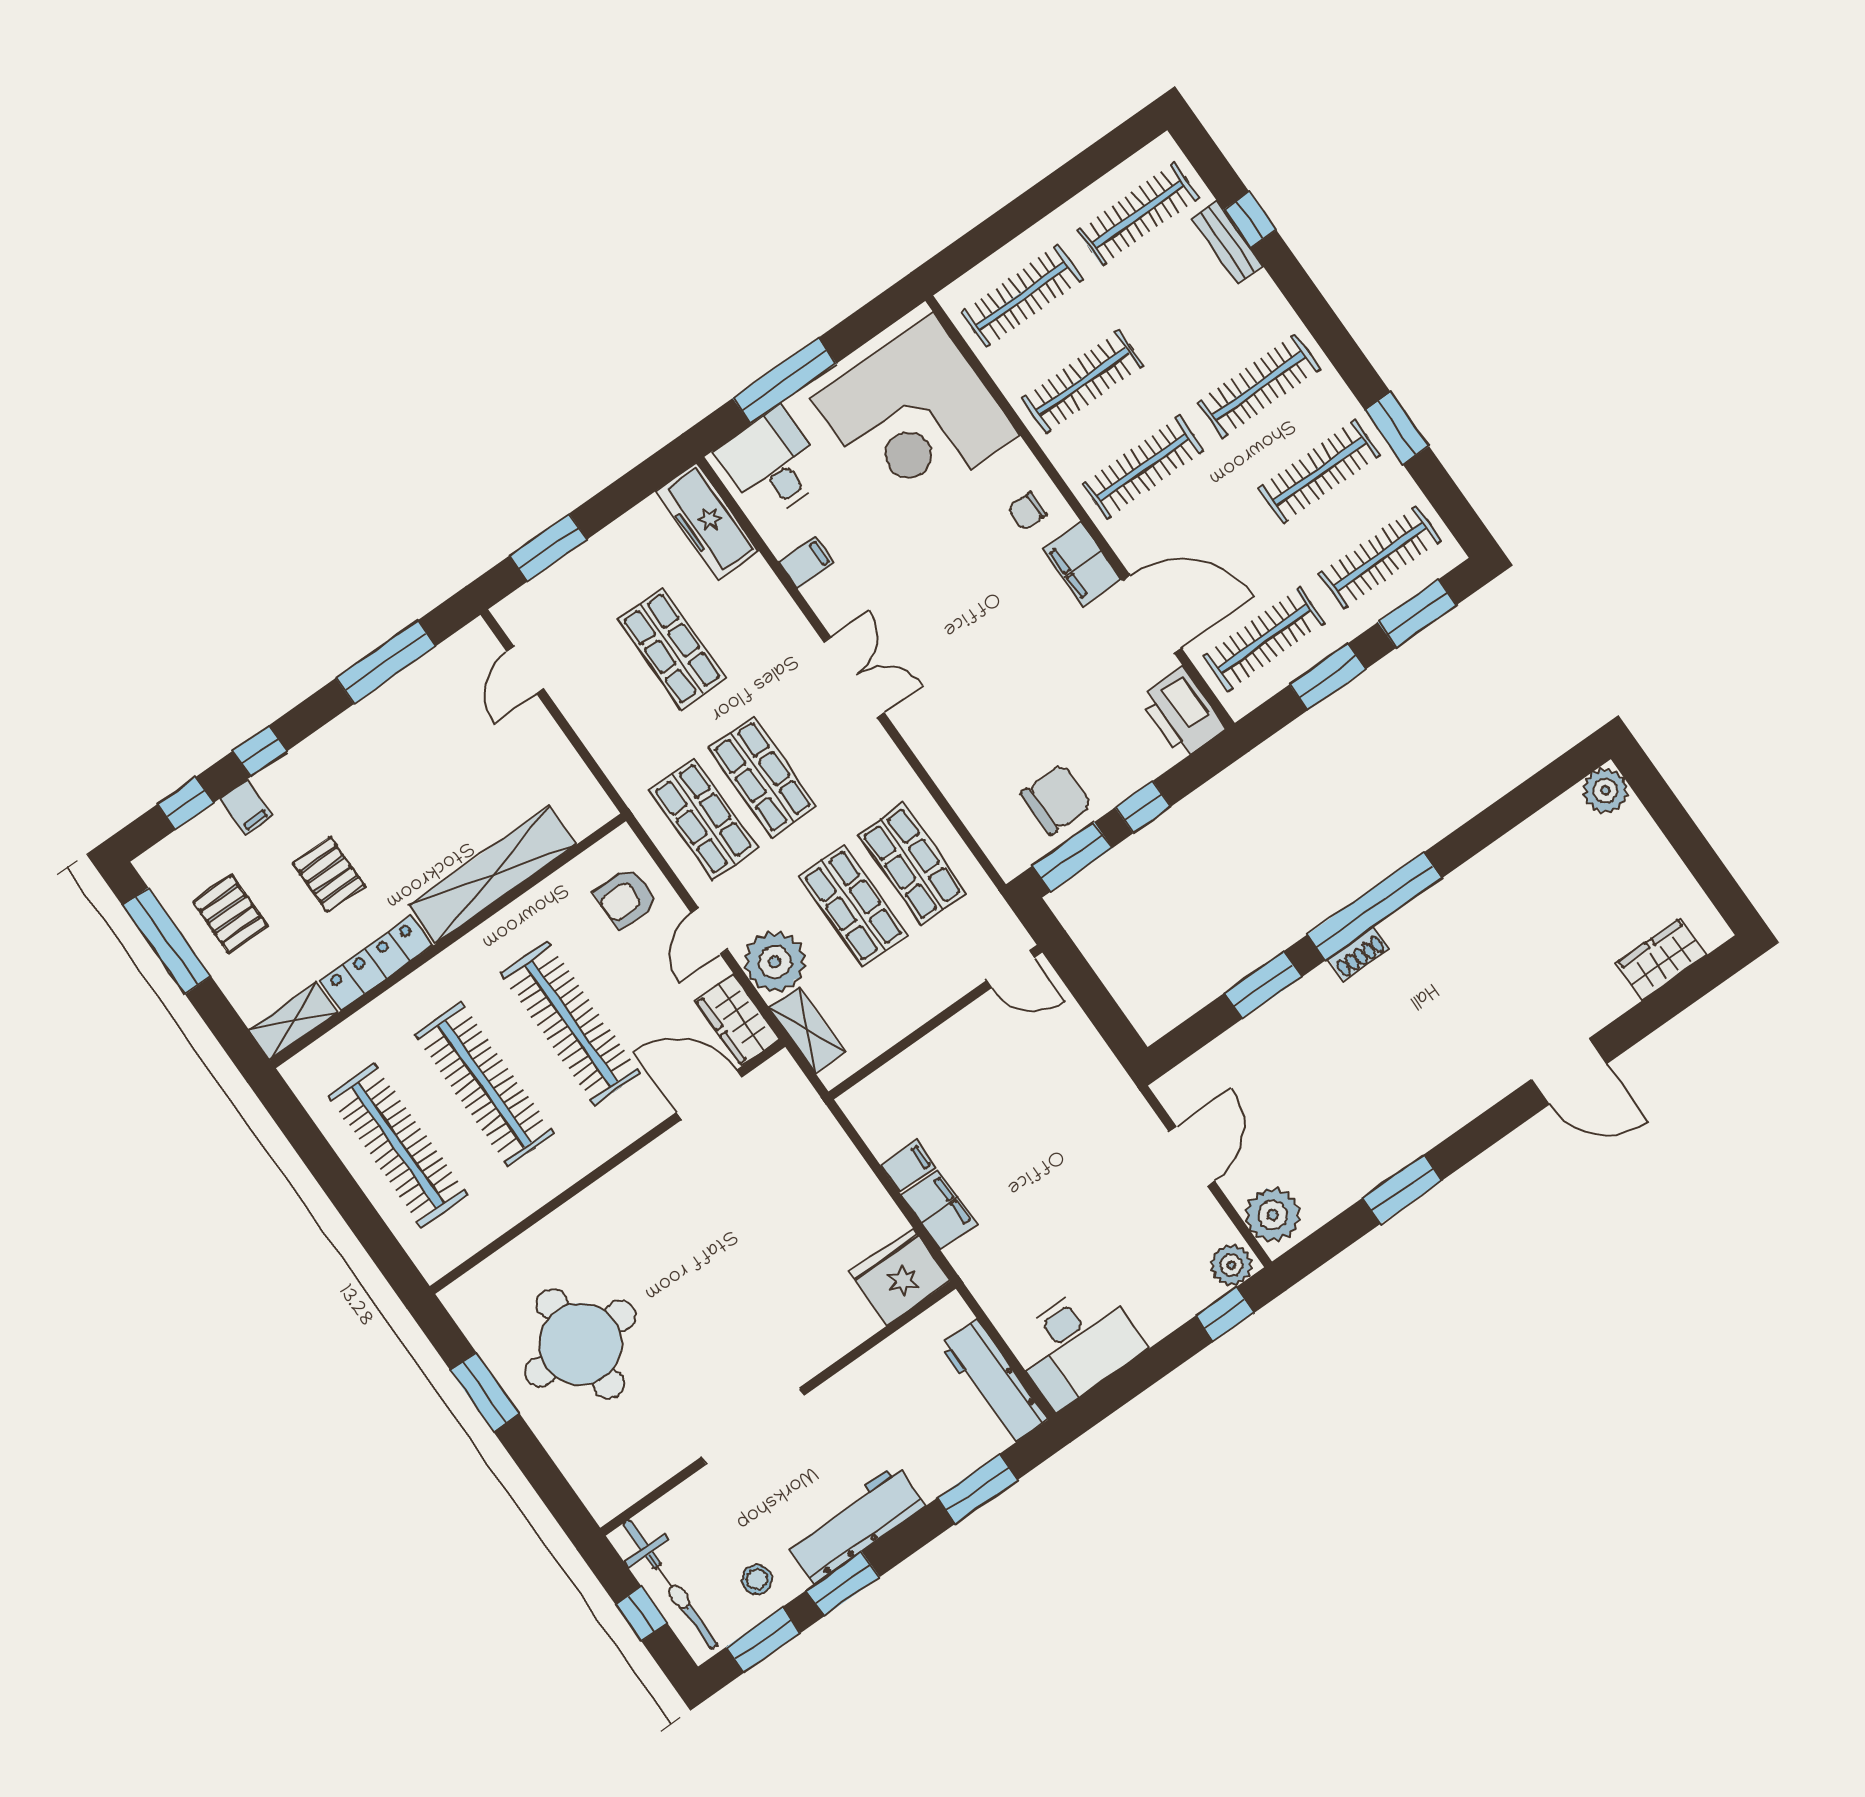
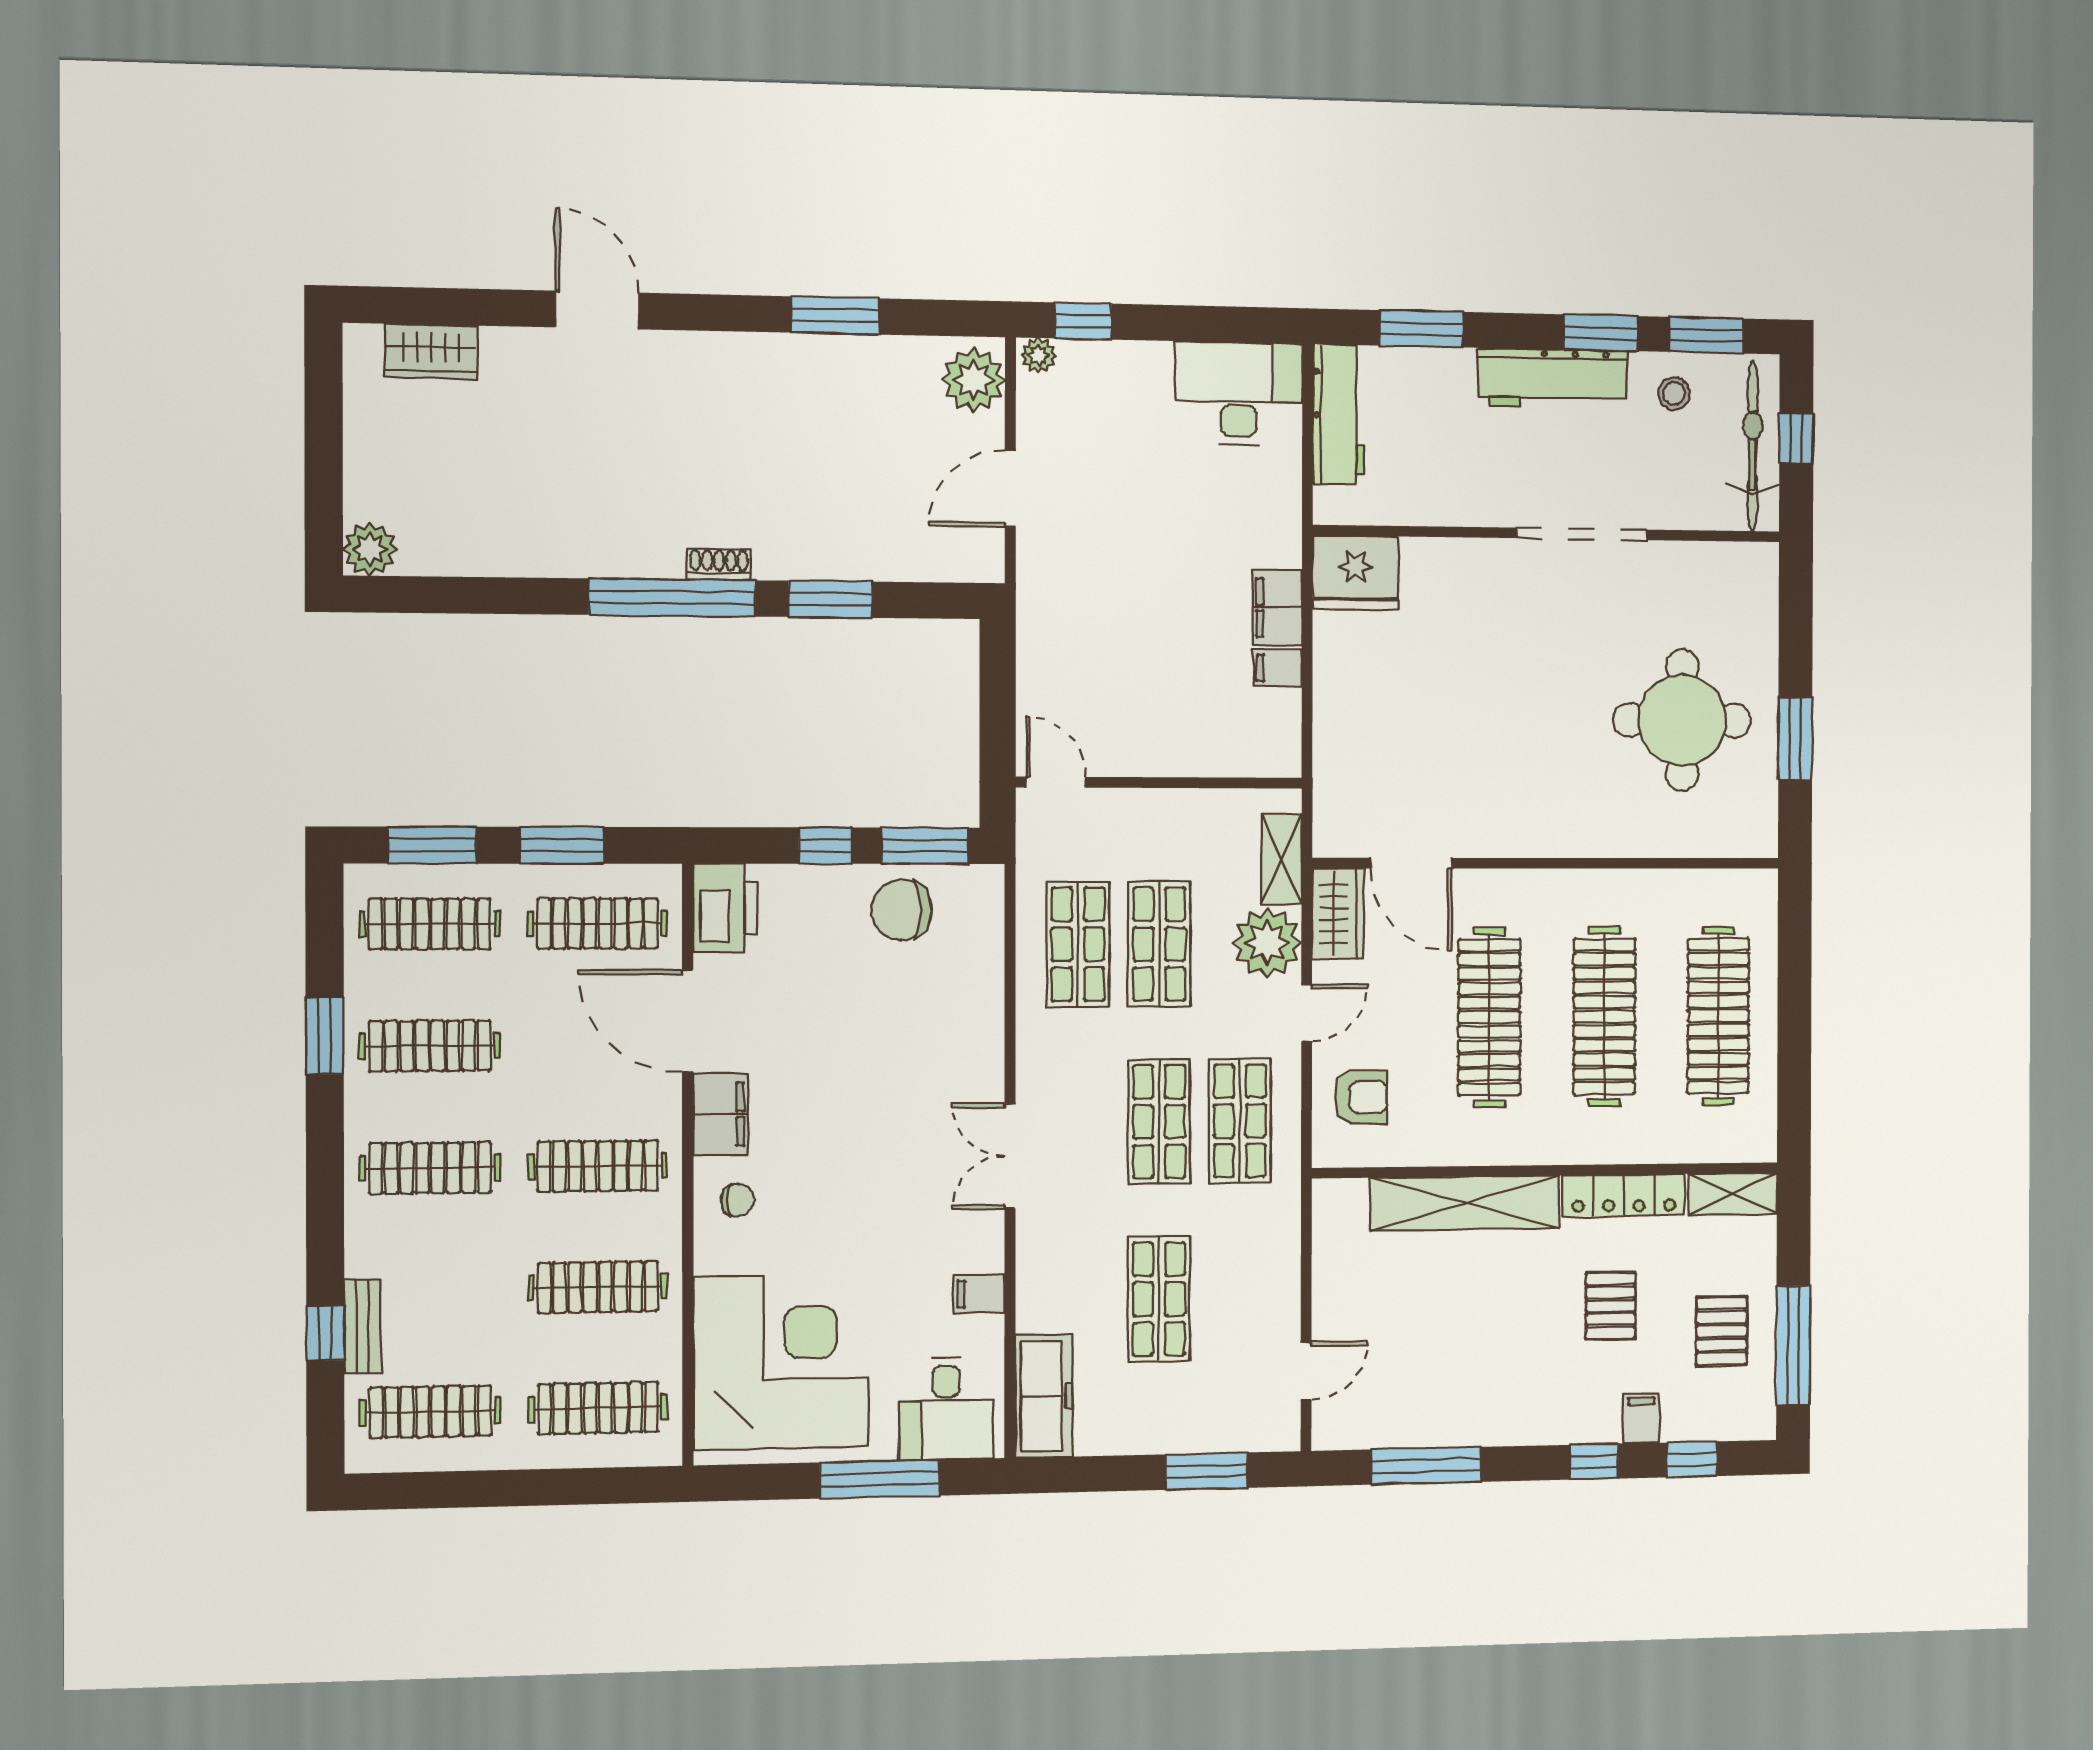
plant: (1231, 1265) -> (1039, 355), width x0.73, depth x0.73

